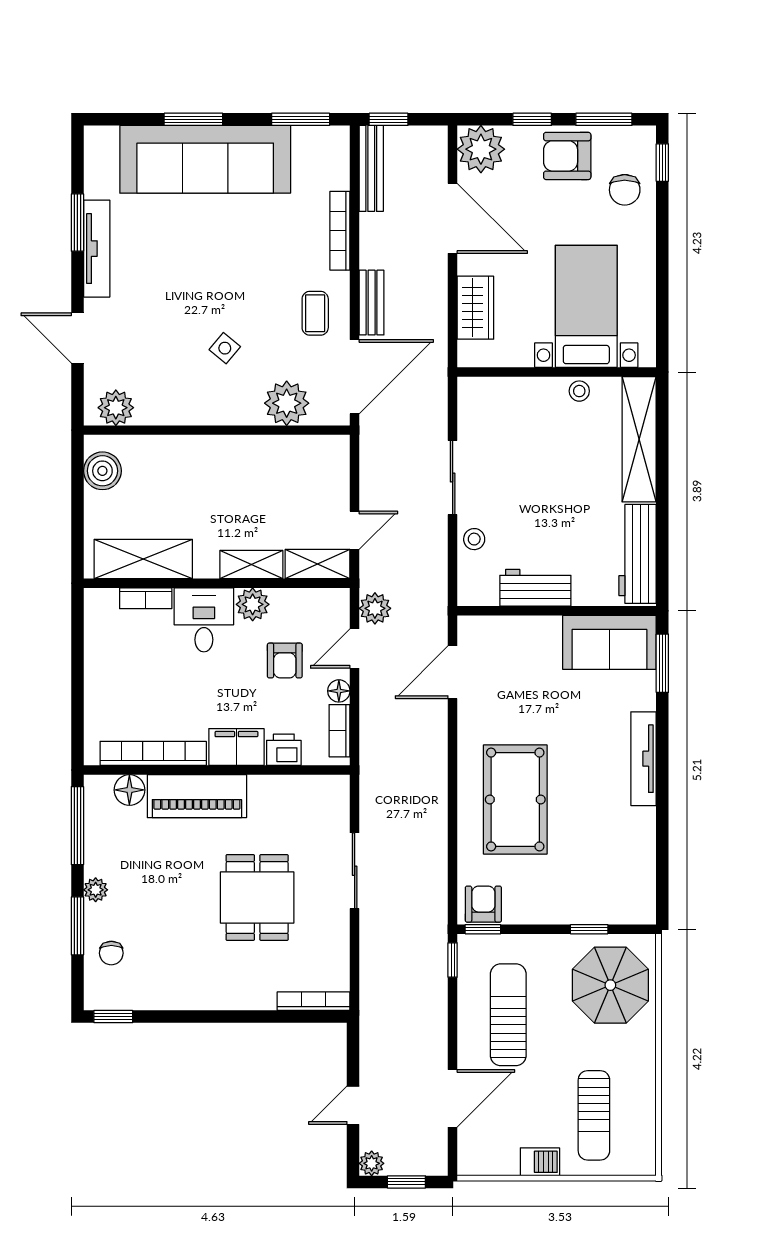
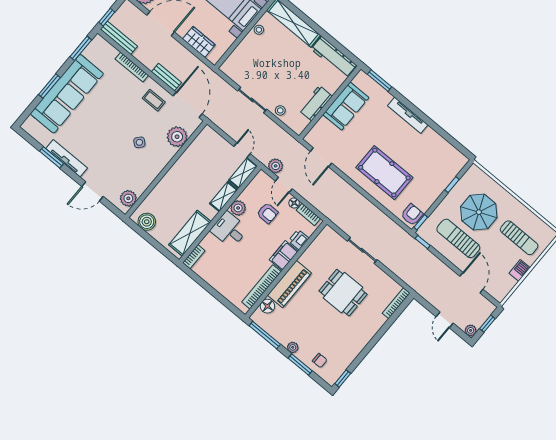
bookcase: (146, 598) -> (194, 257), moved
sofa: (609, 642) -> (346, 106), moved
armchair: (483, 904) -> (412, 215), turned 90
parasol: (610, 985) -> (479, 212), moved

